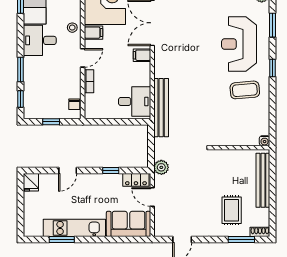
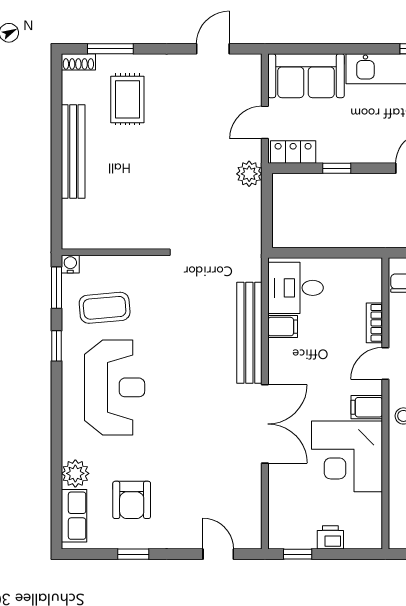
window: (273, 25) -> (57, 288), moved
filing cabinet: (142, 55) -> (283, 327), moved
bench: (161, 108) -> (249, 333), moved
water cooler: (265, 141) -> (70, 264), moved
wall: (240, 148) -> (113, 252), moved
door: (152, 197) -> (265, 122), swing flipped

